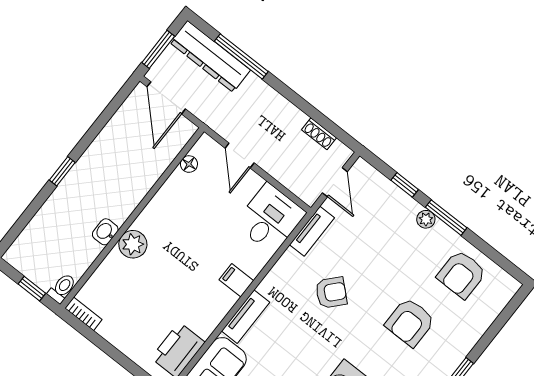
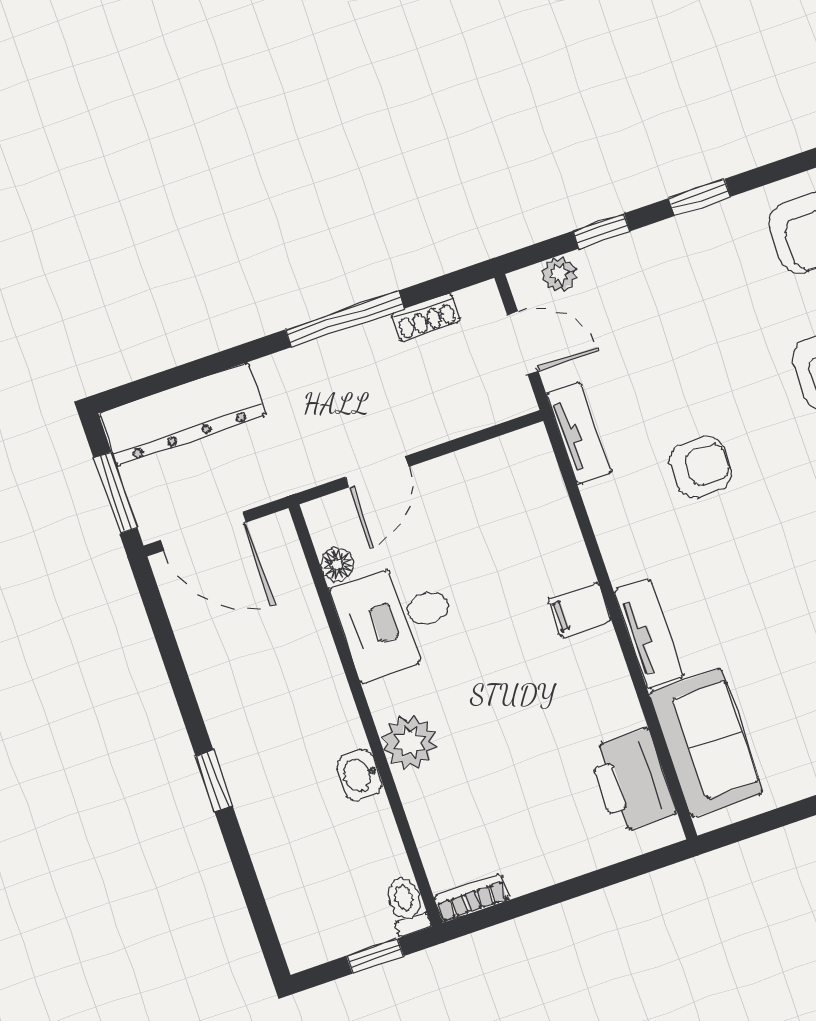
window: (241, 56) -> (345, 319), moved
door: (240, 156) -> (377, 472), hinge flipped
desk: (270, 218) -> (396, 619), moved, turned -90
window: (446, 218) -> (700, 197), width x0.67
plant: (426, 219) -> (559, 274), moved
armchair: (331, 293) -> (701, 467), turned 48

